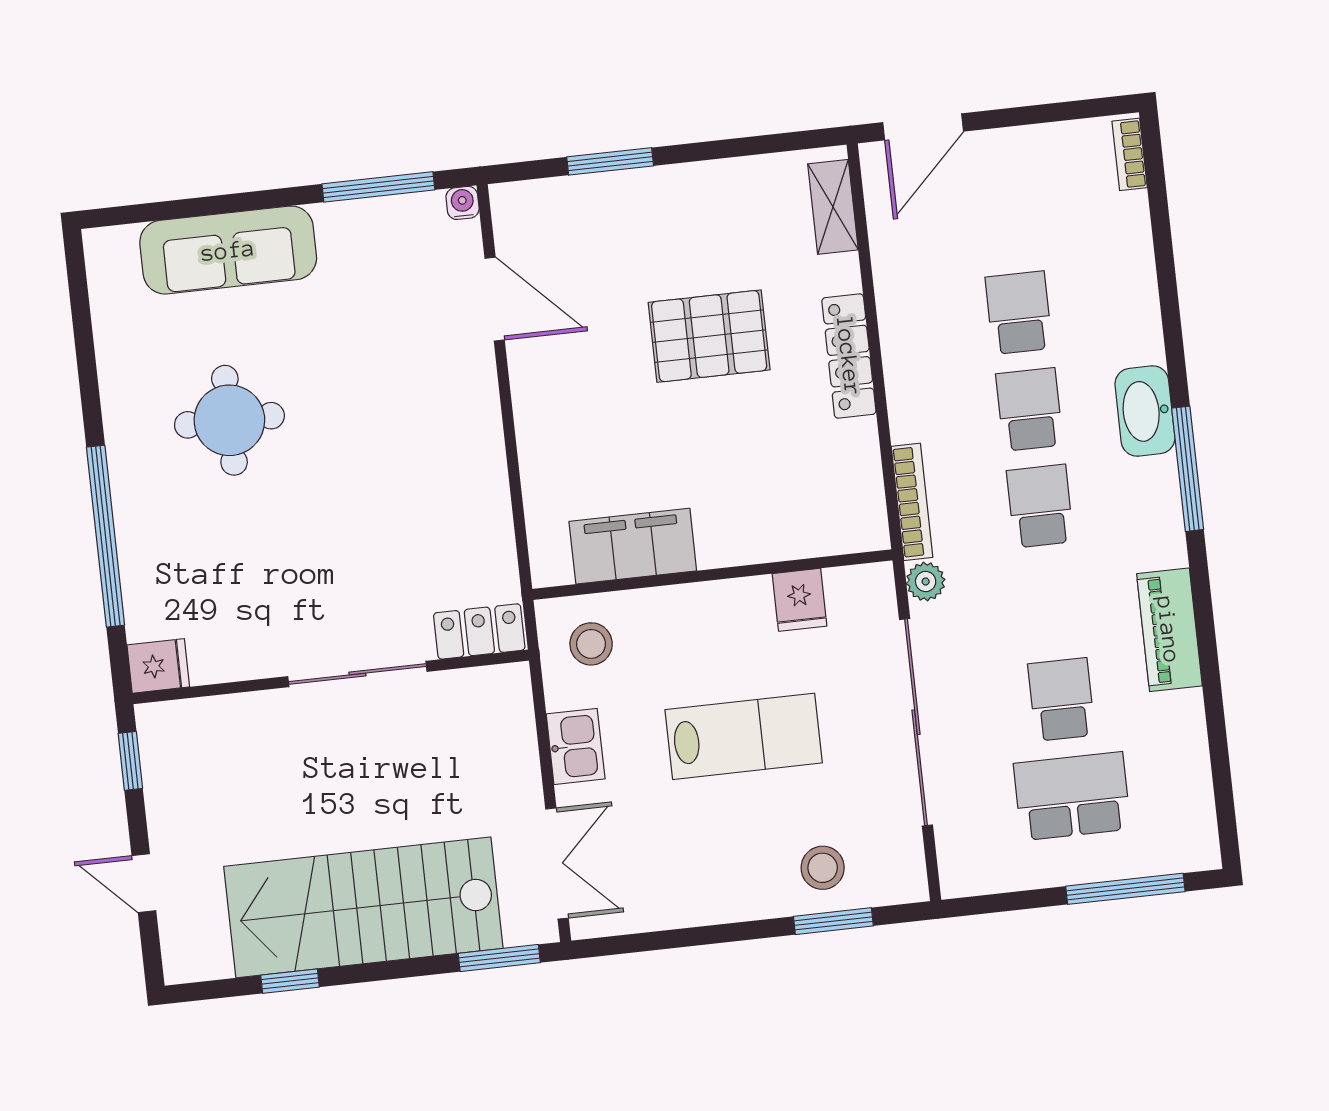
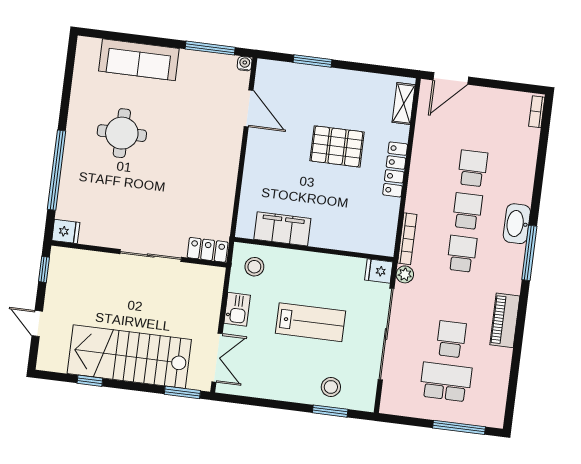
fridge: (800, 600) -> (379, 271), moved, turned 90

